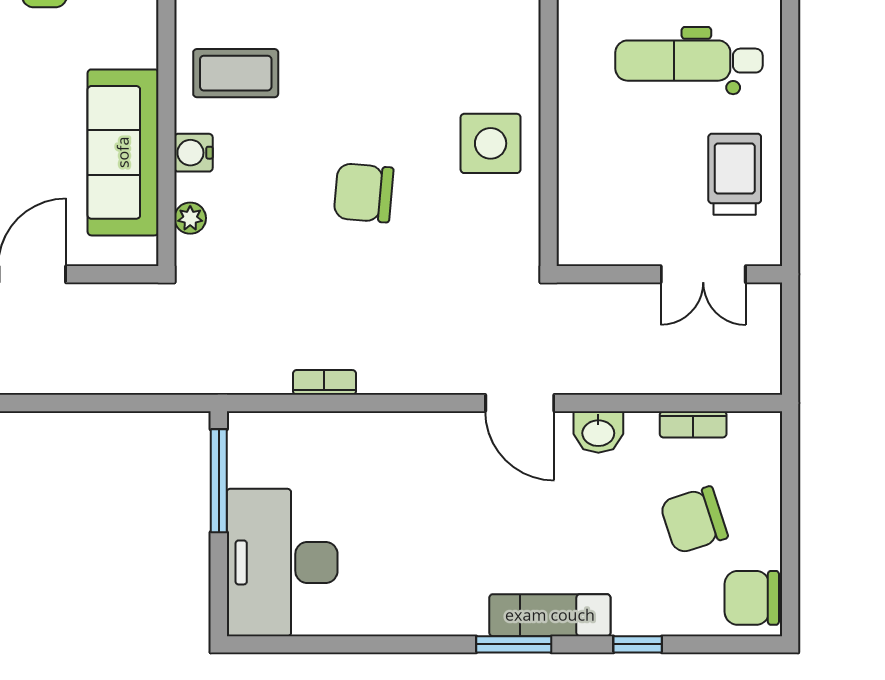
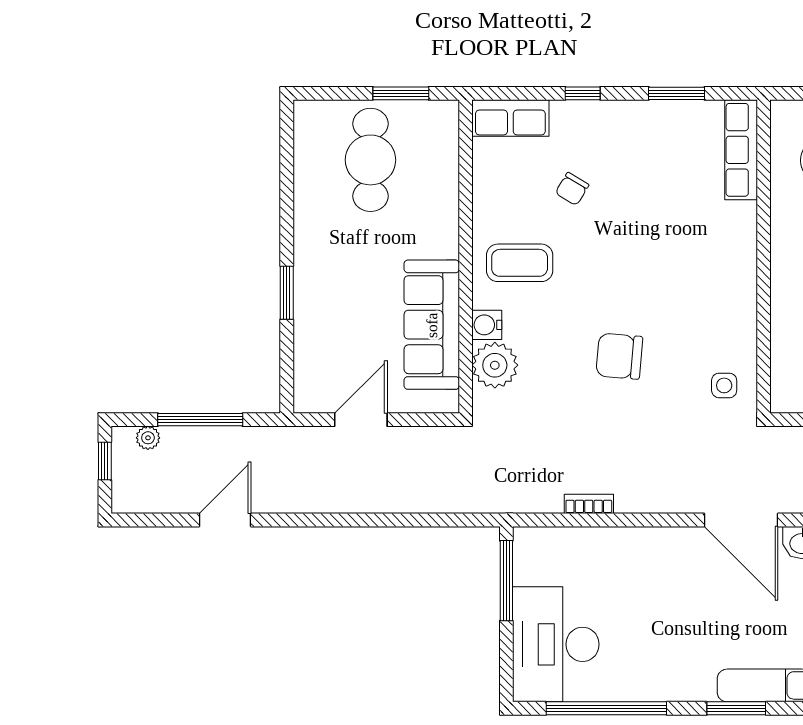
side table: (491, 143) -> (724, 385), moved, width x0.54, depth x0.54
plant: (190, 218) -> (495, 365), width x1.87, depth x1.87
door: (520, 403) -> (741, 520), width x1.36
window: (347, 644) -> (606, 708), added

